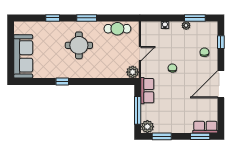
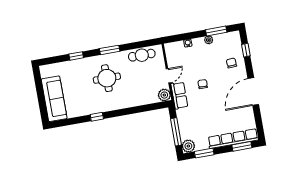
row of seats: (147, 91) -> (179, 95), moved
row of seats: (205, 127) -> (233, 139), width x2.02

